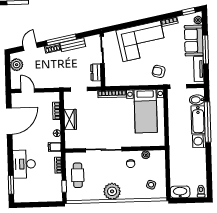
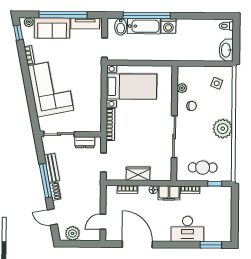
window: (206, 50) -> (63, 15), width x1.46
armchair: (159, 71) -> (86, 70), removed
filing cabinet: (55, 147) -> (169, 193), width x2.00

